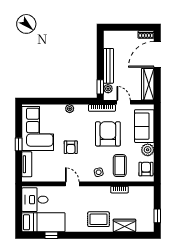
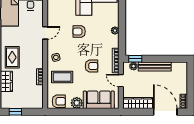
door: (124, 102) -> (121, 81), swing flipped
armchair: (108, 134) -> (92, 66), width x0.53, depth x0.53

